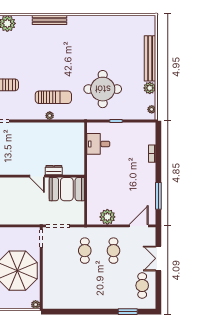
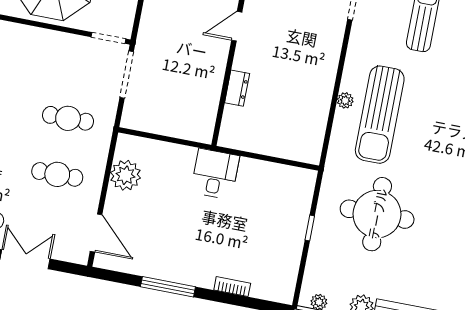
sun lounger: (53, 97) -> (380, 115), width x1.36, depth x1.34
desk: (98, 144) -> (215, 174), moved
door: (37, 176) -> (237, 26), moved
booth: (67, 189) -> (195, 106), removed
window: (158, 196) -> (168, 287), moved

